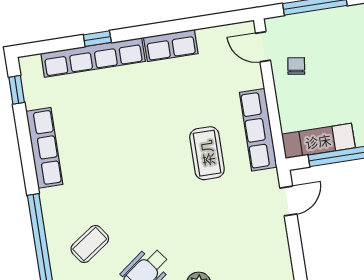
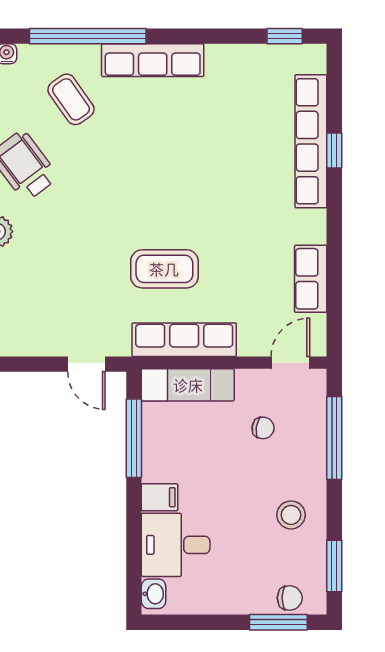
row of seats: (171, 45) -> (311, 279), moved
chair: (296, 66) -> (263, 428), moved
exam couch: (318, 141) -> (188, 385), moved, turned 90
row of seats: (44, 148) -> (153, 60), moved

